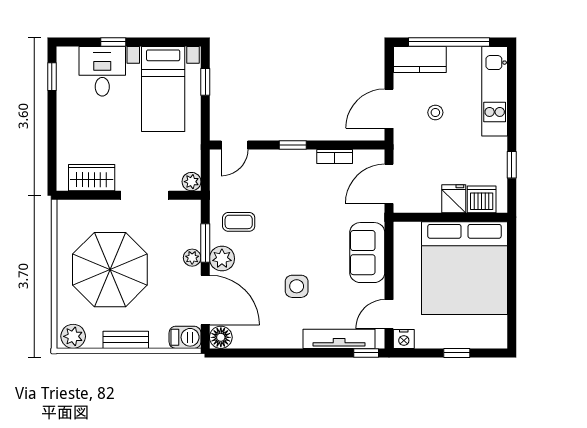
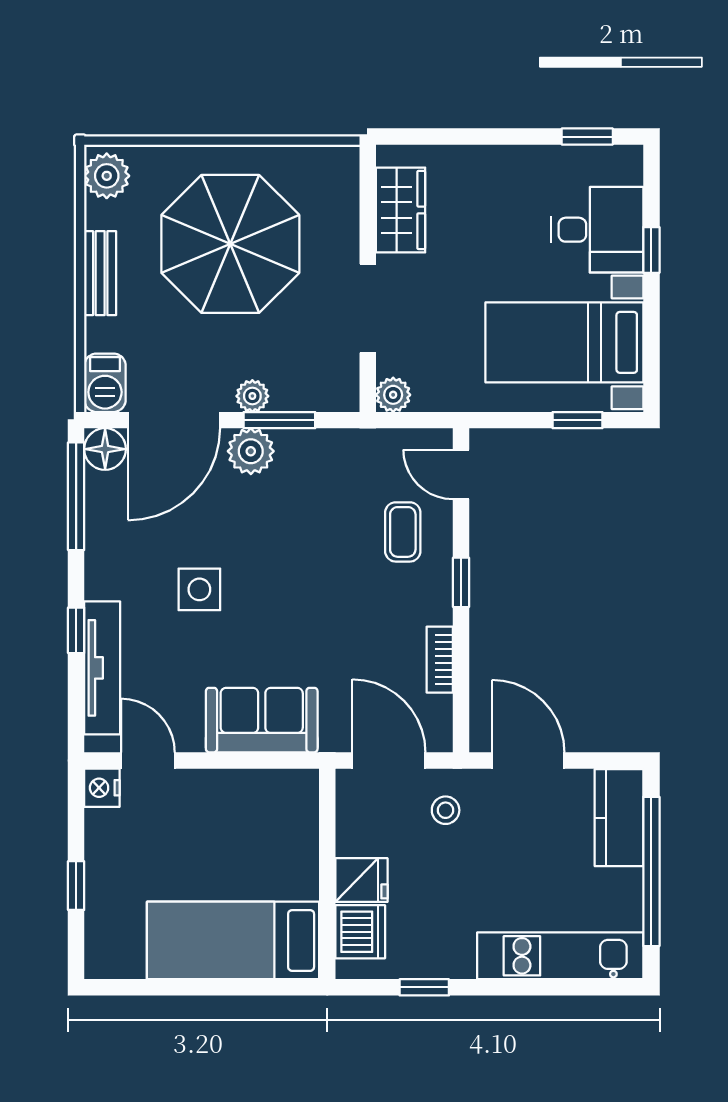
stool: (435, 112) -> (446, 810), moved
coffee table: (239, 222) -> (403, 532), moved
bed: (464, 268) -> (233, 940), width x0.49
window: (246, 353) -> (76, 496), added
window: (366, 353) -> (76, 630), moved

